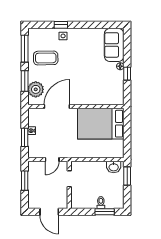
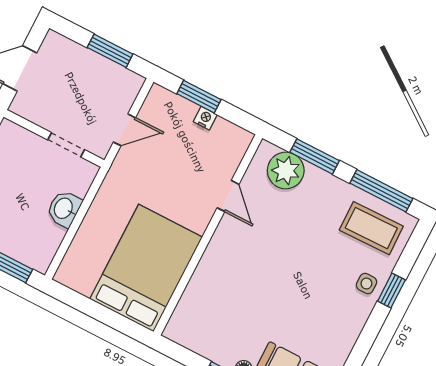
coffee table: (46, 58) -> (371, 228), moved, turned 90
door: (57, 106) -> (228, 196), width x0.53
door: (52, 159) -> (124, 130), swing flipped
washbasin: (114, 167) -> (64, 209), moved

